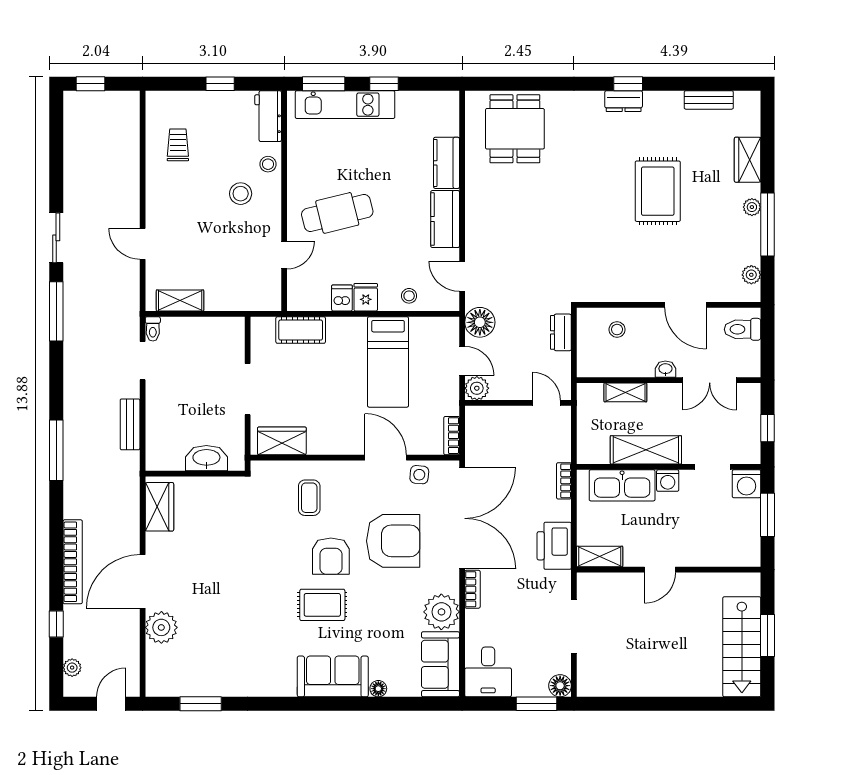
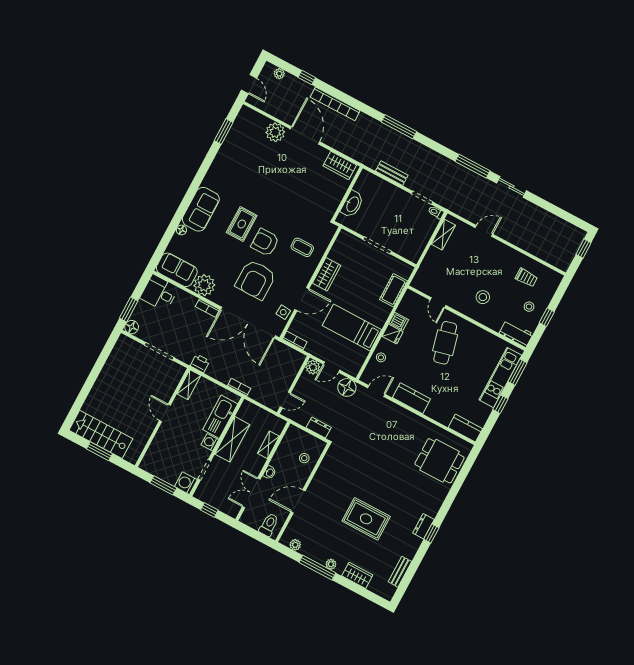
kitchen counter: (447, 163) -> (465, 428), moved
stool: (268, 164) -> (529, 307), moved
wardrobe: (282, 441) -> (327, 274), moved
printer: (554, 546) -> (200, 363), width x0.53, depth x0.68

